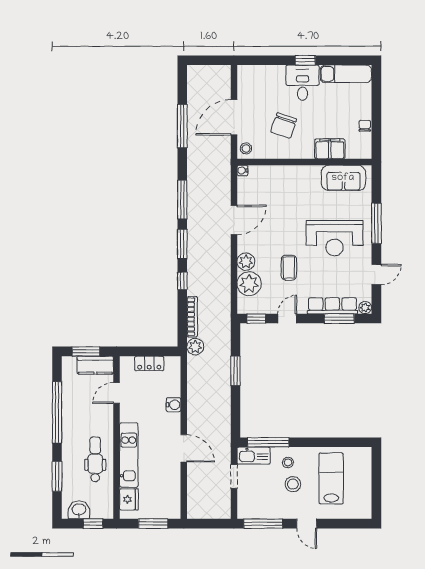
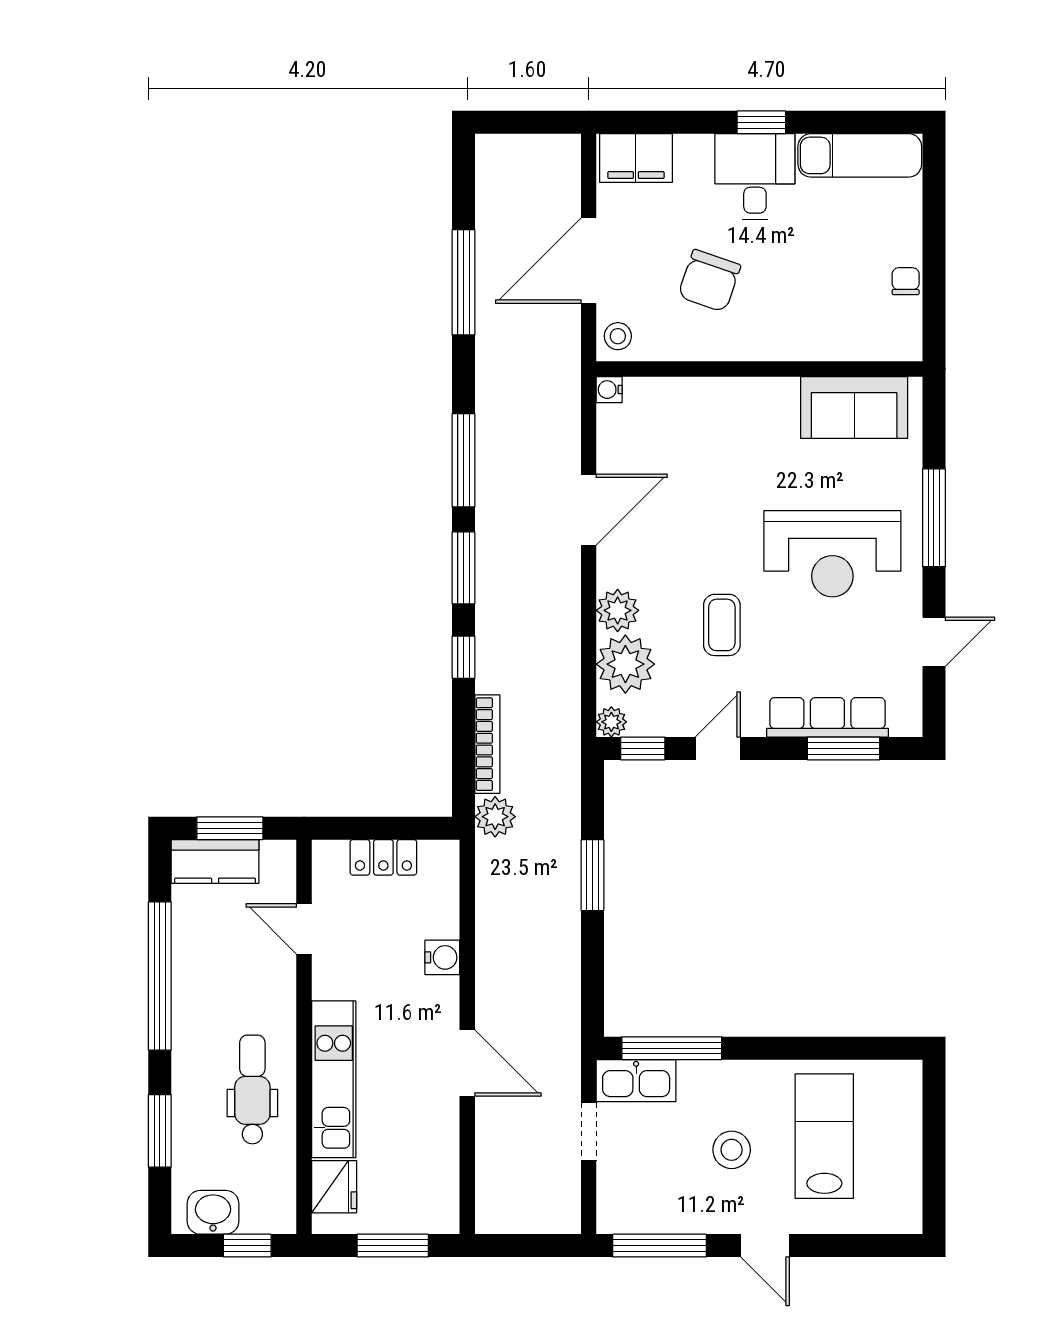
filing cabinet: (330, 149) -> (636, 158), moved, turned 180
plant: (365, 308) -> (611, 722), moved
kitchen counter: (95, 365) -> (215, 861), moved
door: (117, 393) -> (304, 929), hinge flipped
stool: (288, 462) -> (720, 1097), removed

